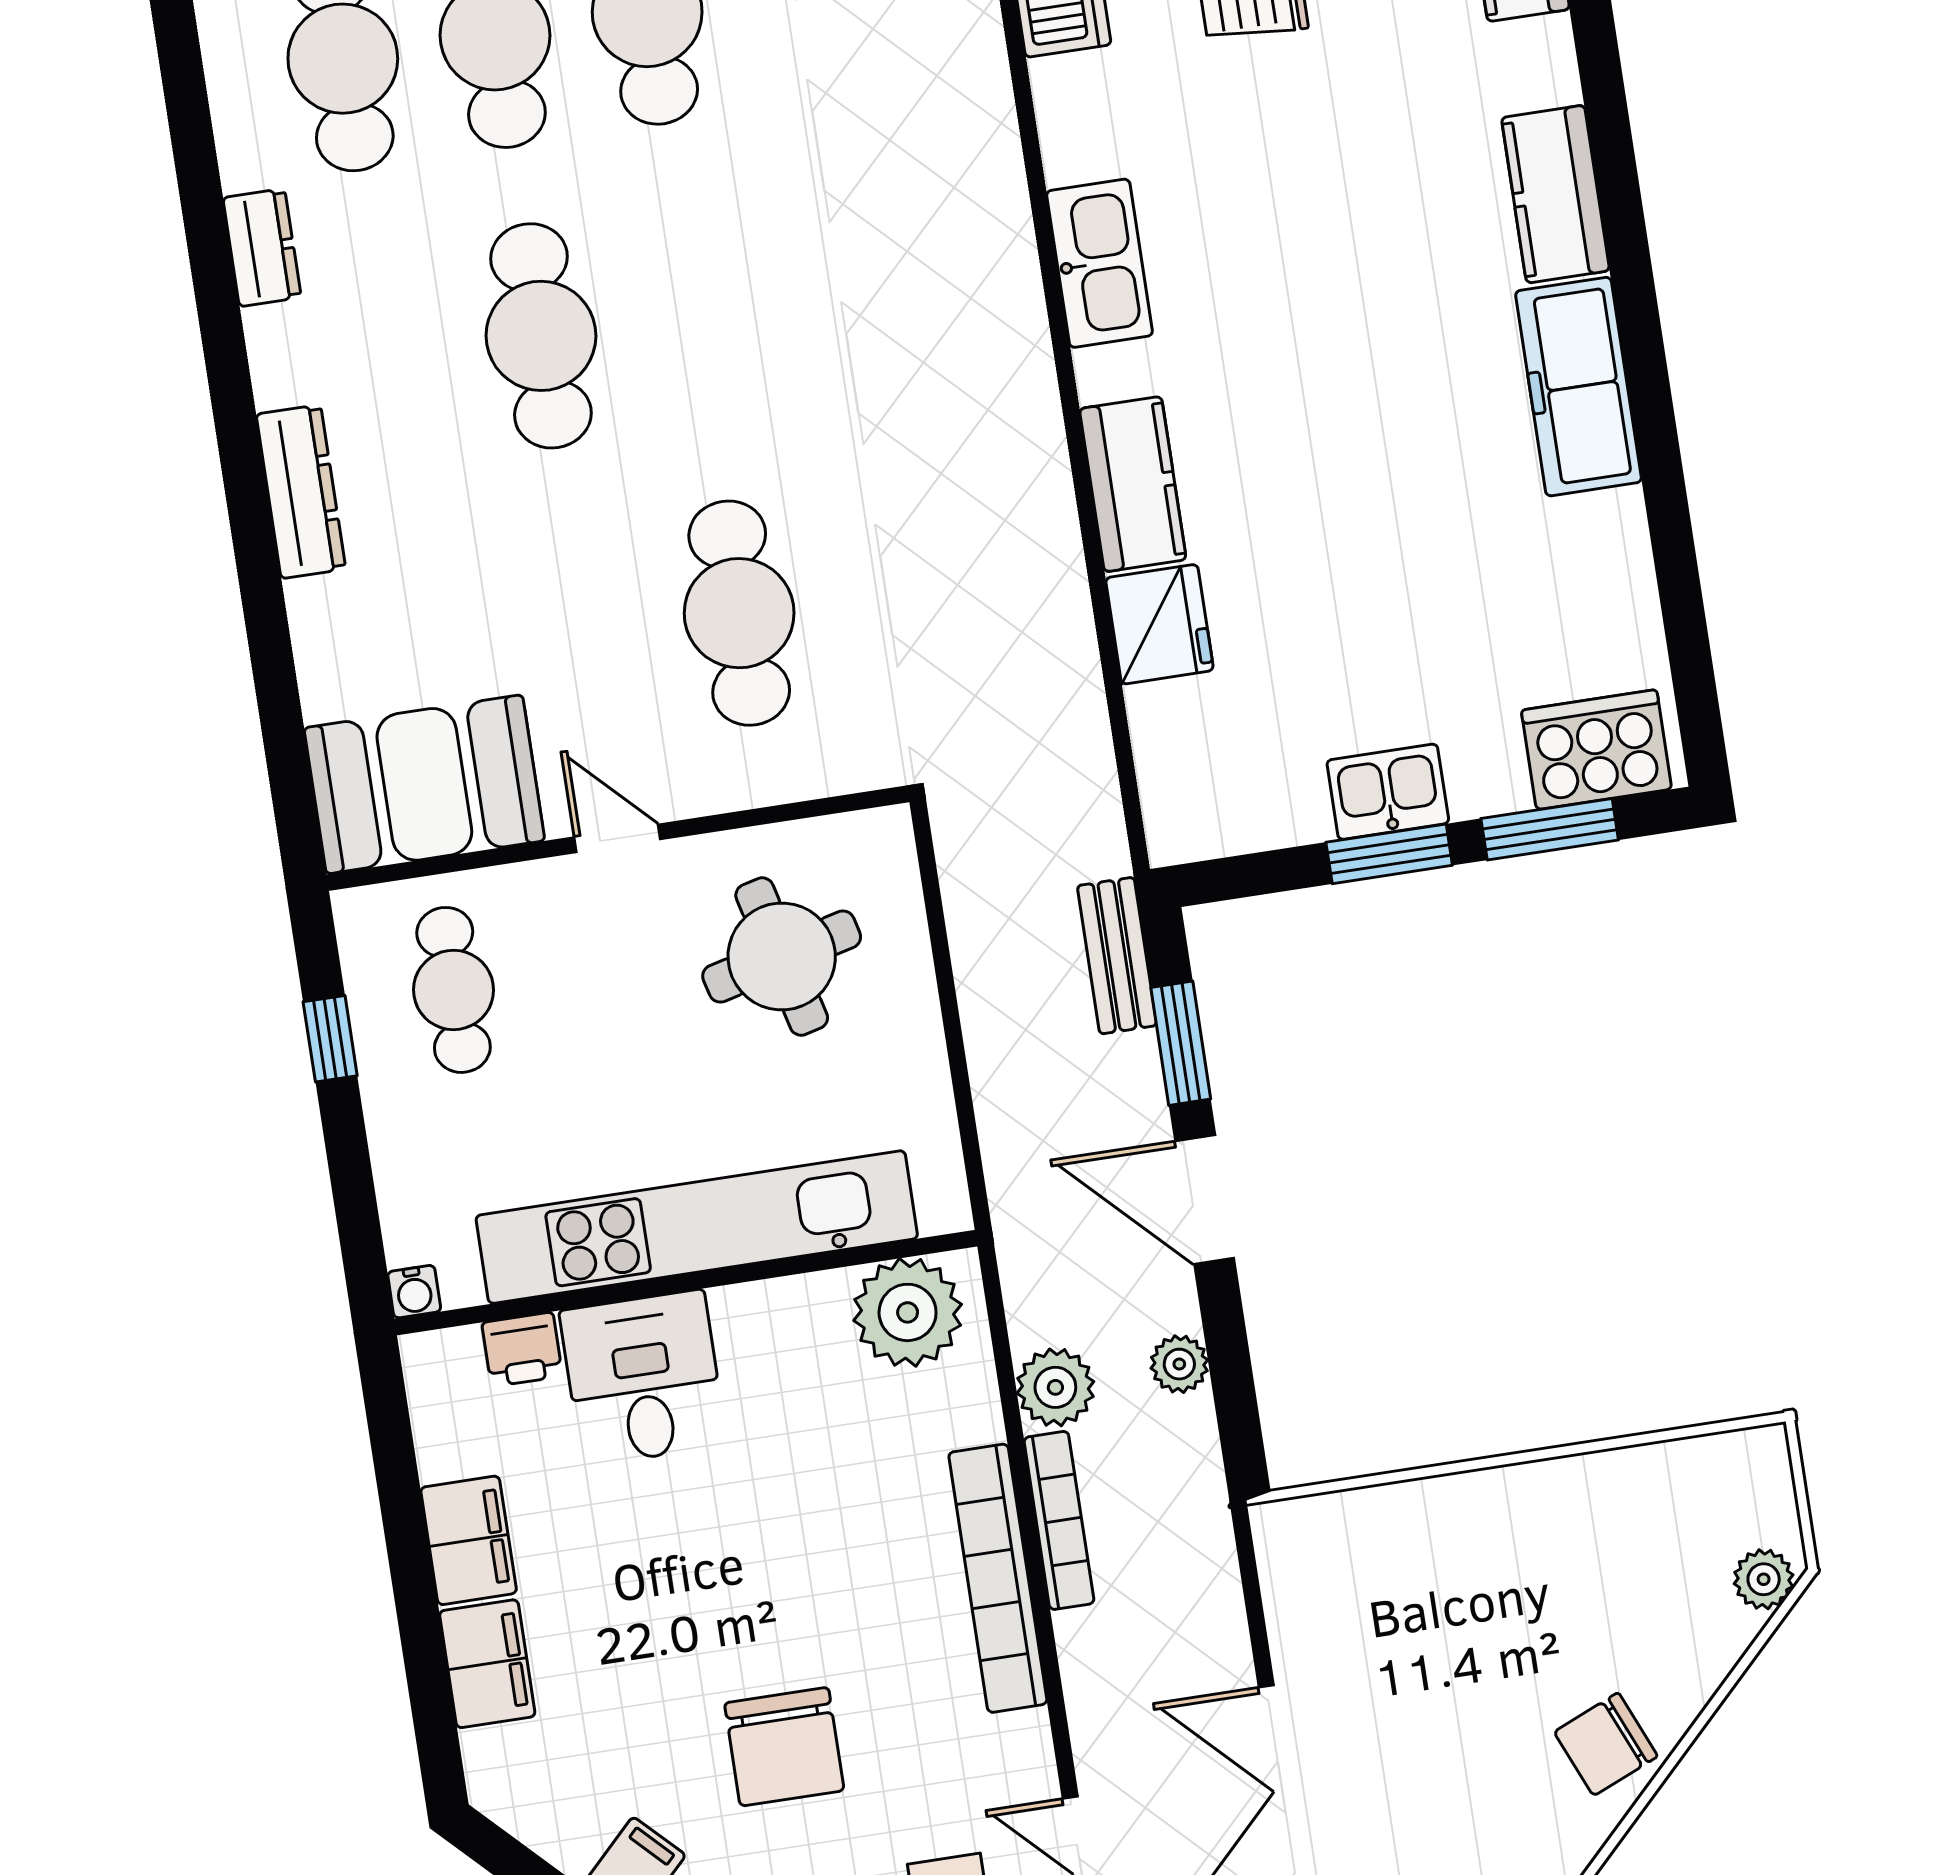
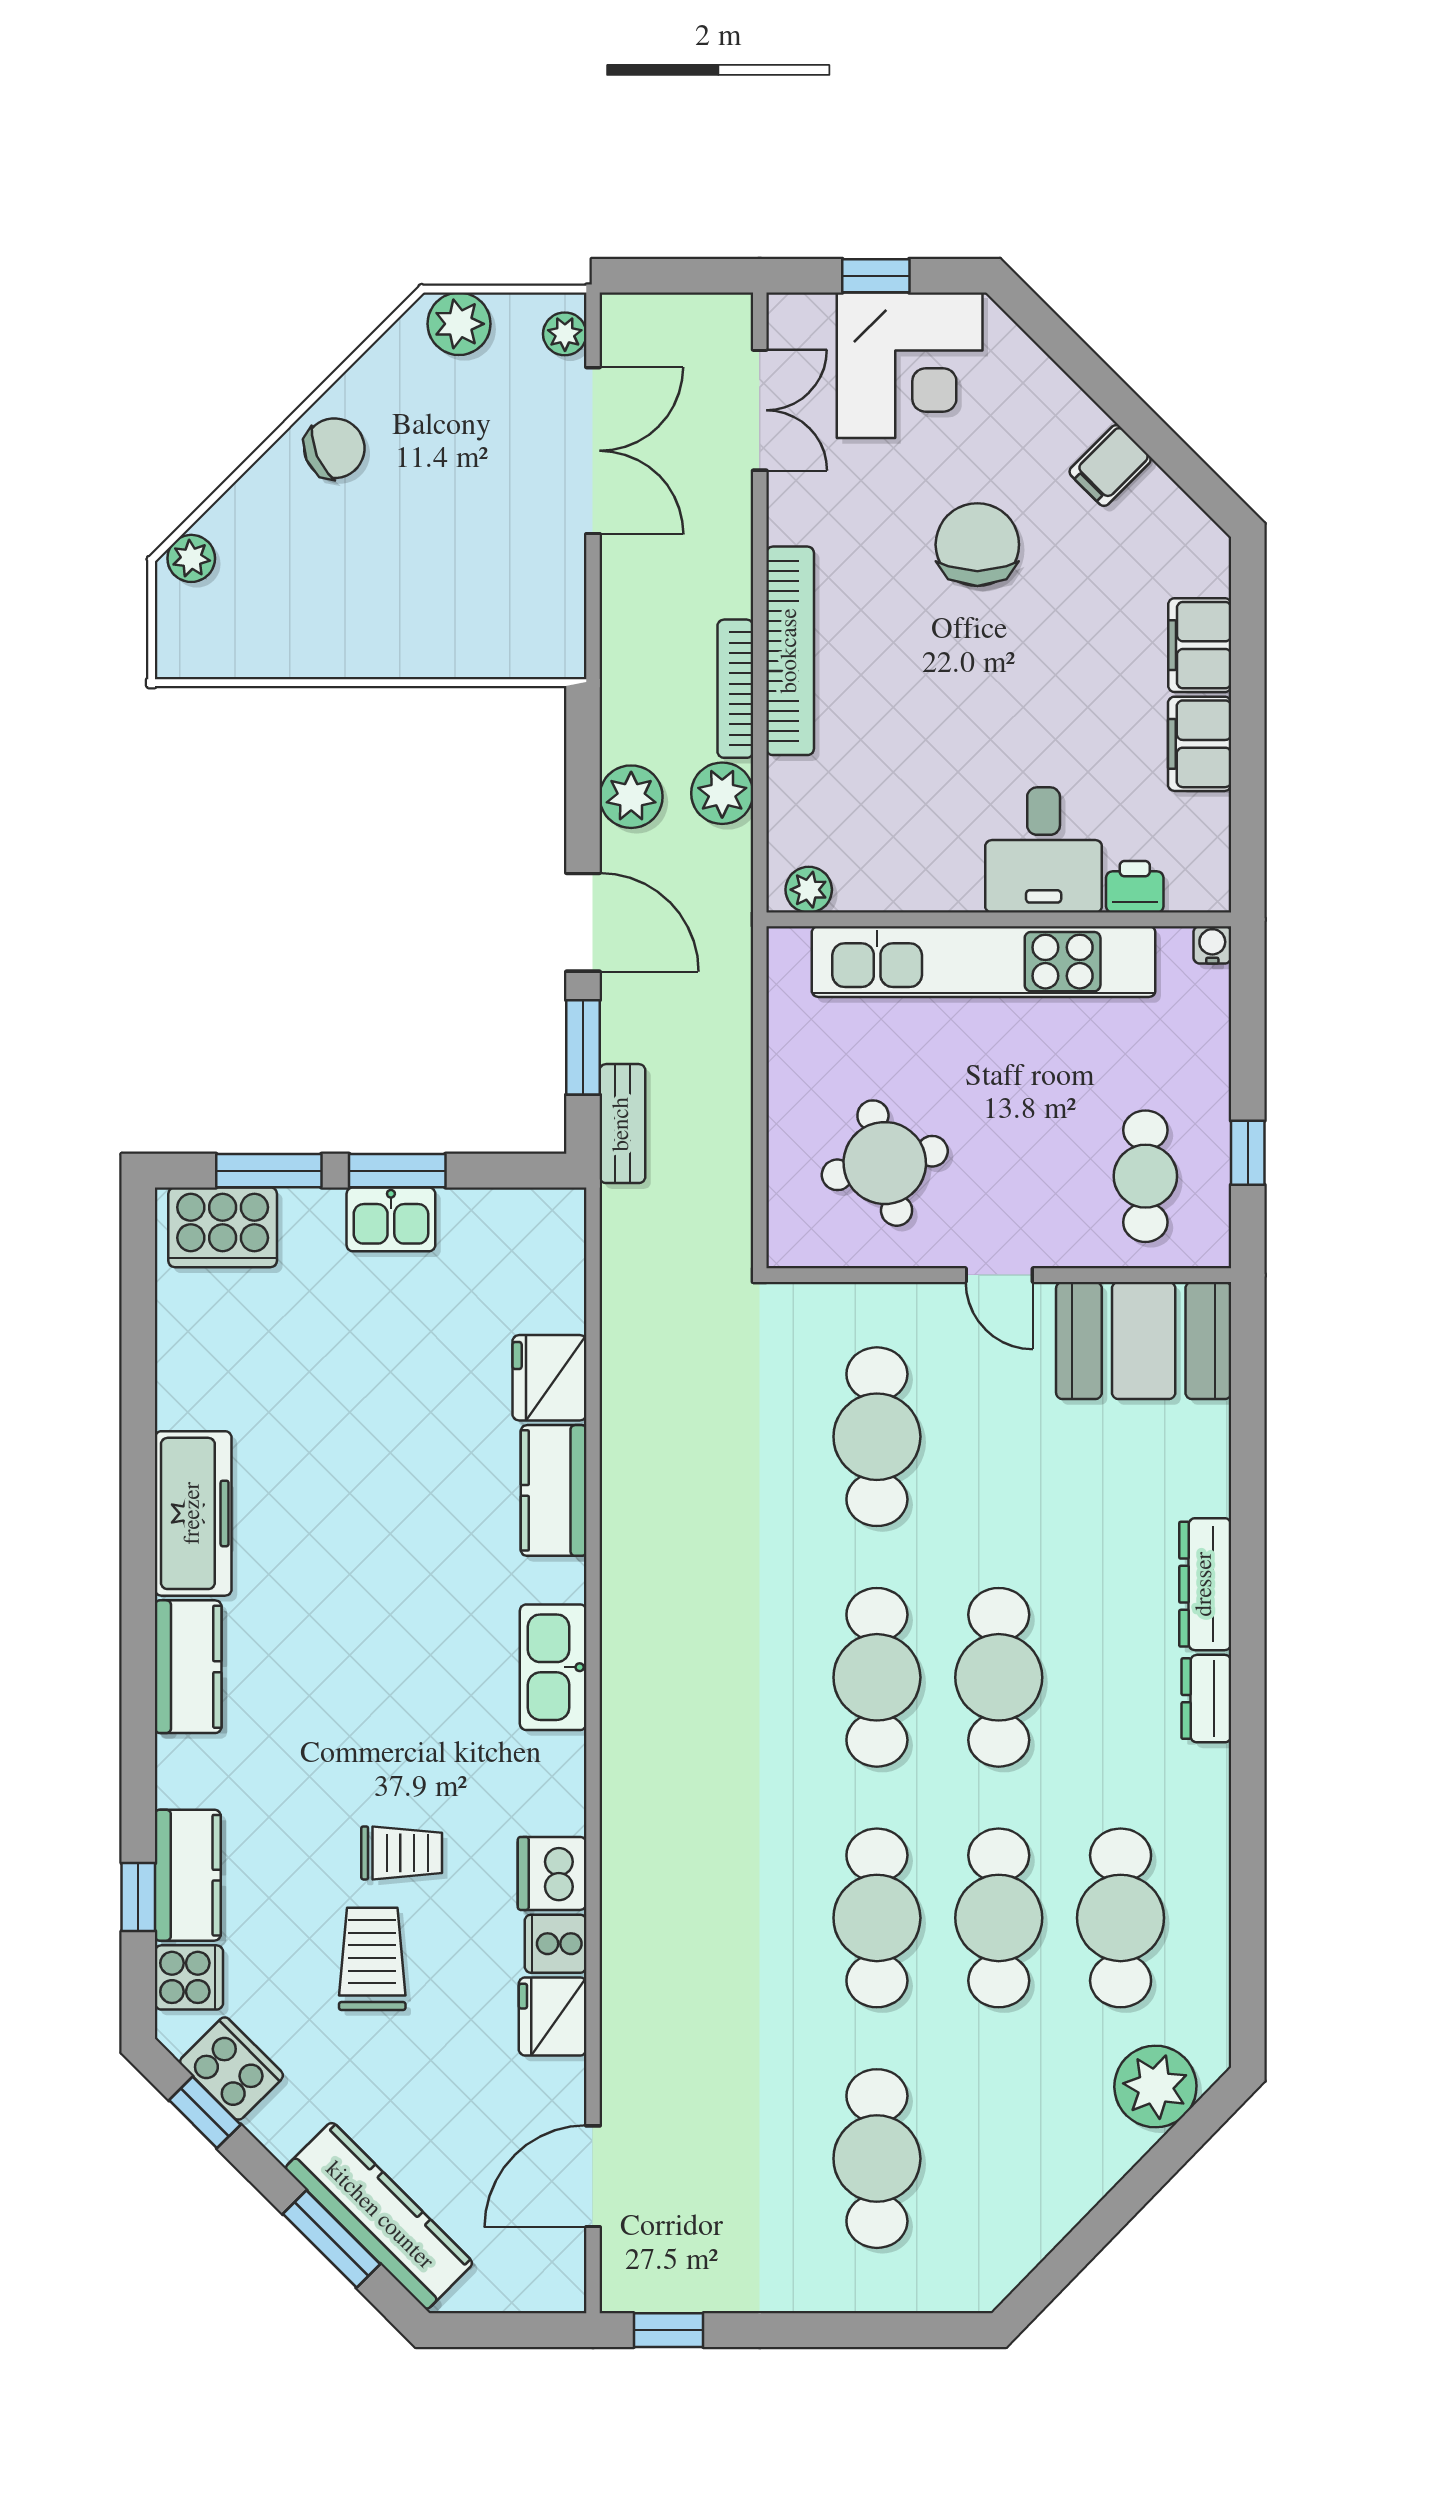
dresser: (262, 248) -> (1206, 1699), moved
cafe table: (693, 313) -> (877, 1677), added
plant: (908, 1312) -> (809, 890), width x0.53, depth x0.53
plant: (1179, 1364) -> (631, 797), width x1.38, depth x1.38

